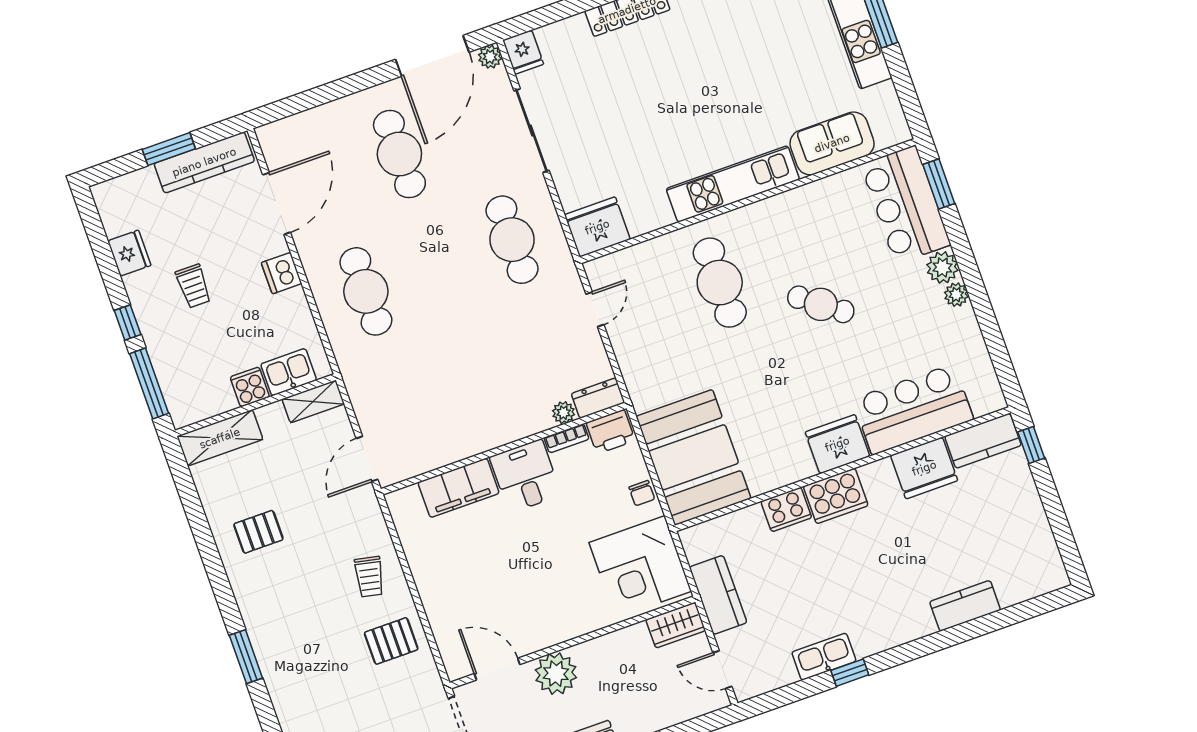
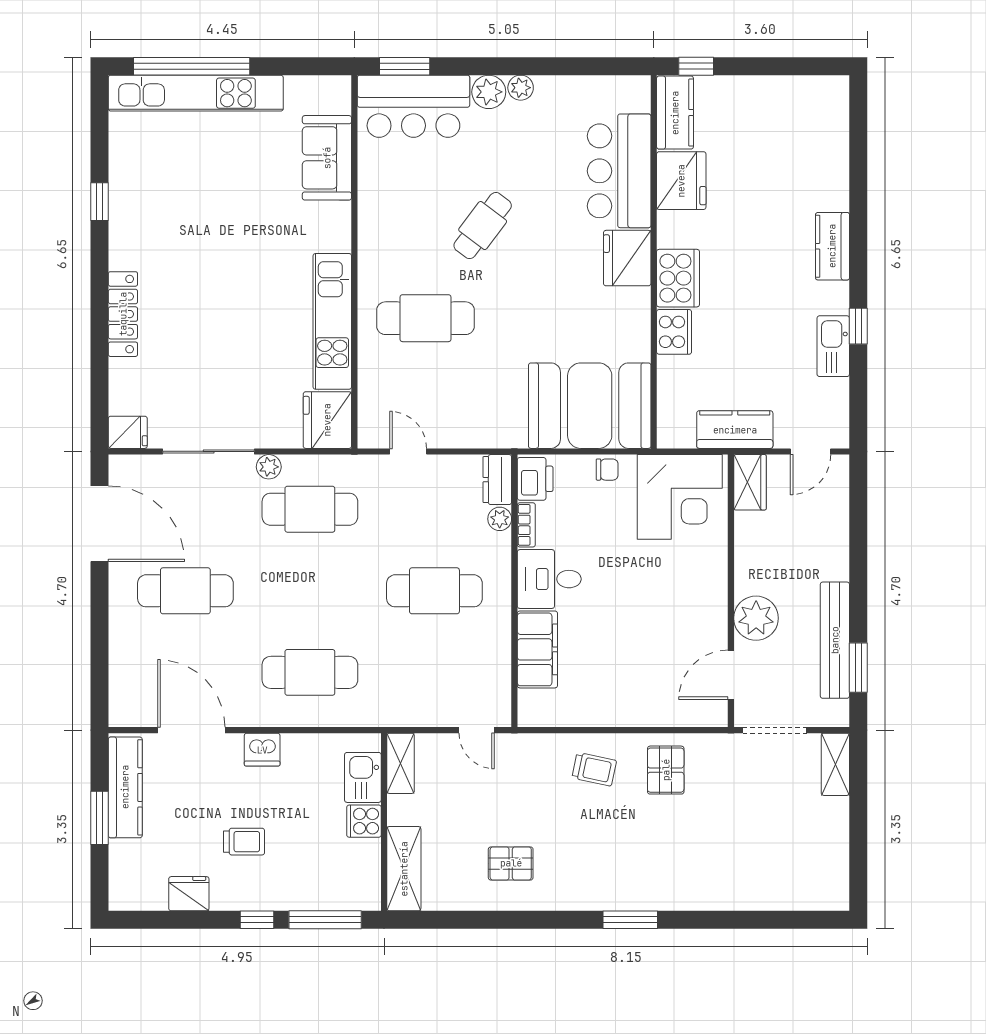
plant: (490, 57) -> (269, 467), moved
kitchen unit: (733, 184) -> (332, 321), moved
cafe table: (478, 377) -> (434, 591), added
door: (367, 459) -> (477, 730), width x0.73
pallet: (258, 532) -> (511, 863), turned 90
kitchen counter: (965, 606) -> (832, 246), moved

